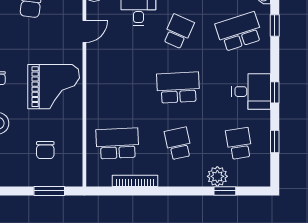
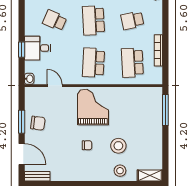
school desk: (117, 87) -> (93, 63), added
chair: (45, 150) -> (137, 113), removed
window: (49, 191) -> (165, 110), width x1.44

